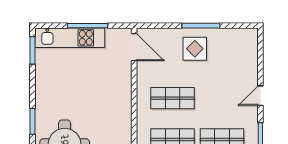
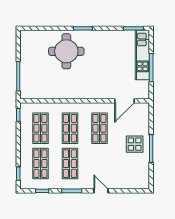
door: (134, 47) -> (125, 101), moved

